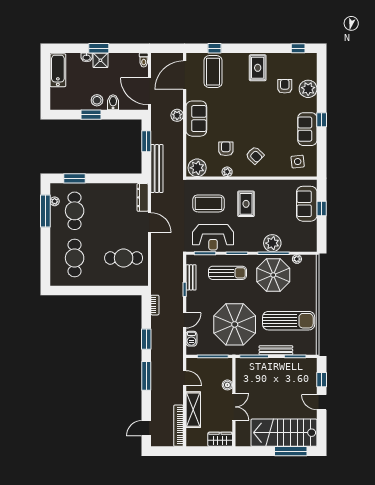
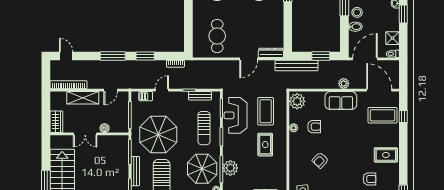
shower: (100, 60) -> (393, 38), moved
armchair: (255, 155) -> (320, 160), moved
rug: (246, 204) -> (265, 145), turned 90
door: (185, 320) -> (162, 90), swing flipped

